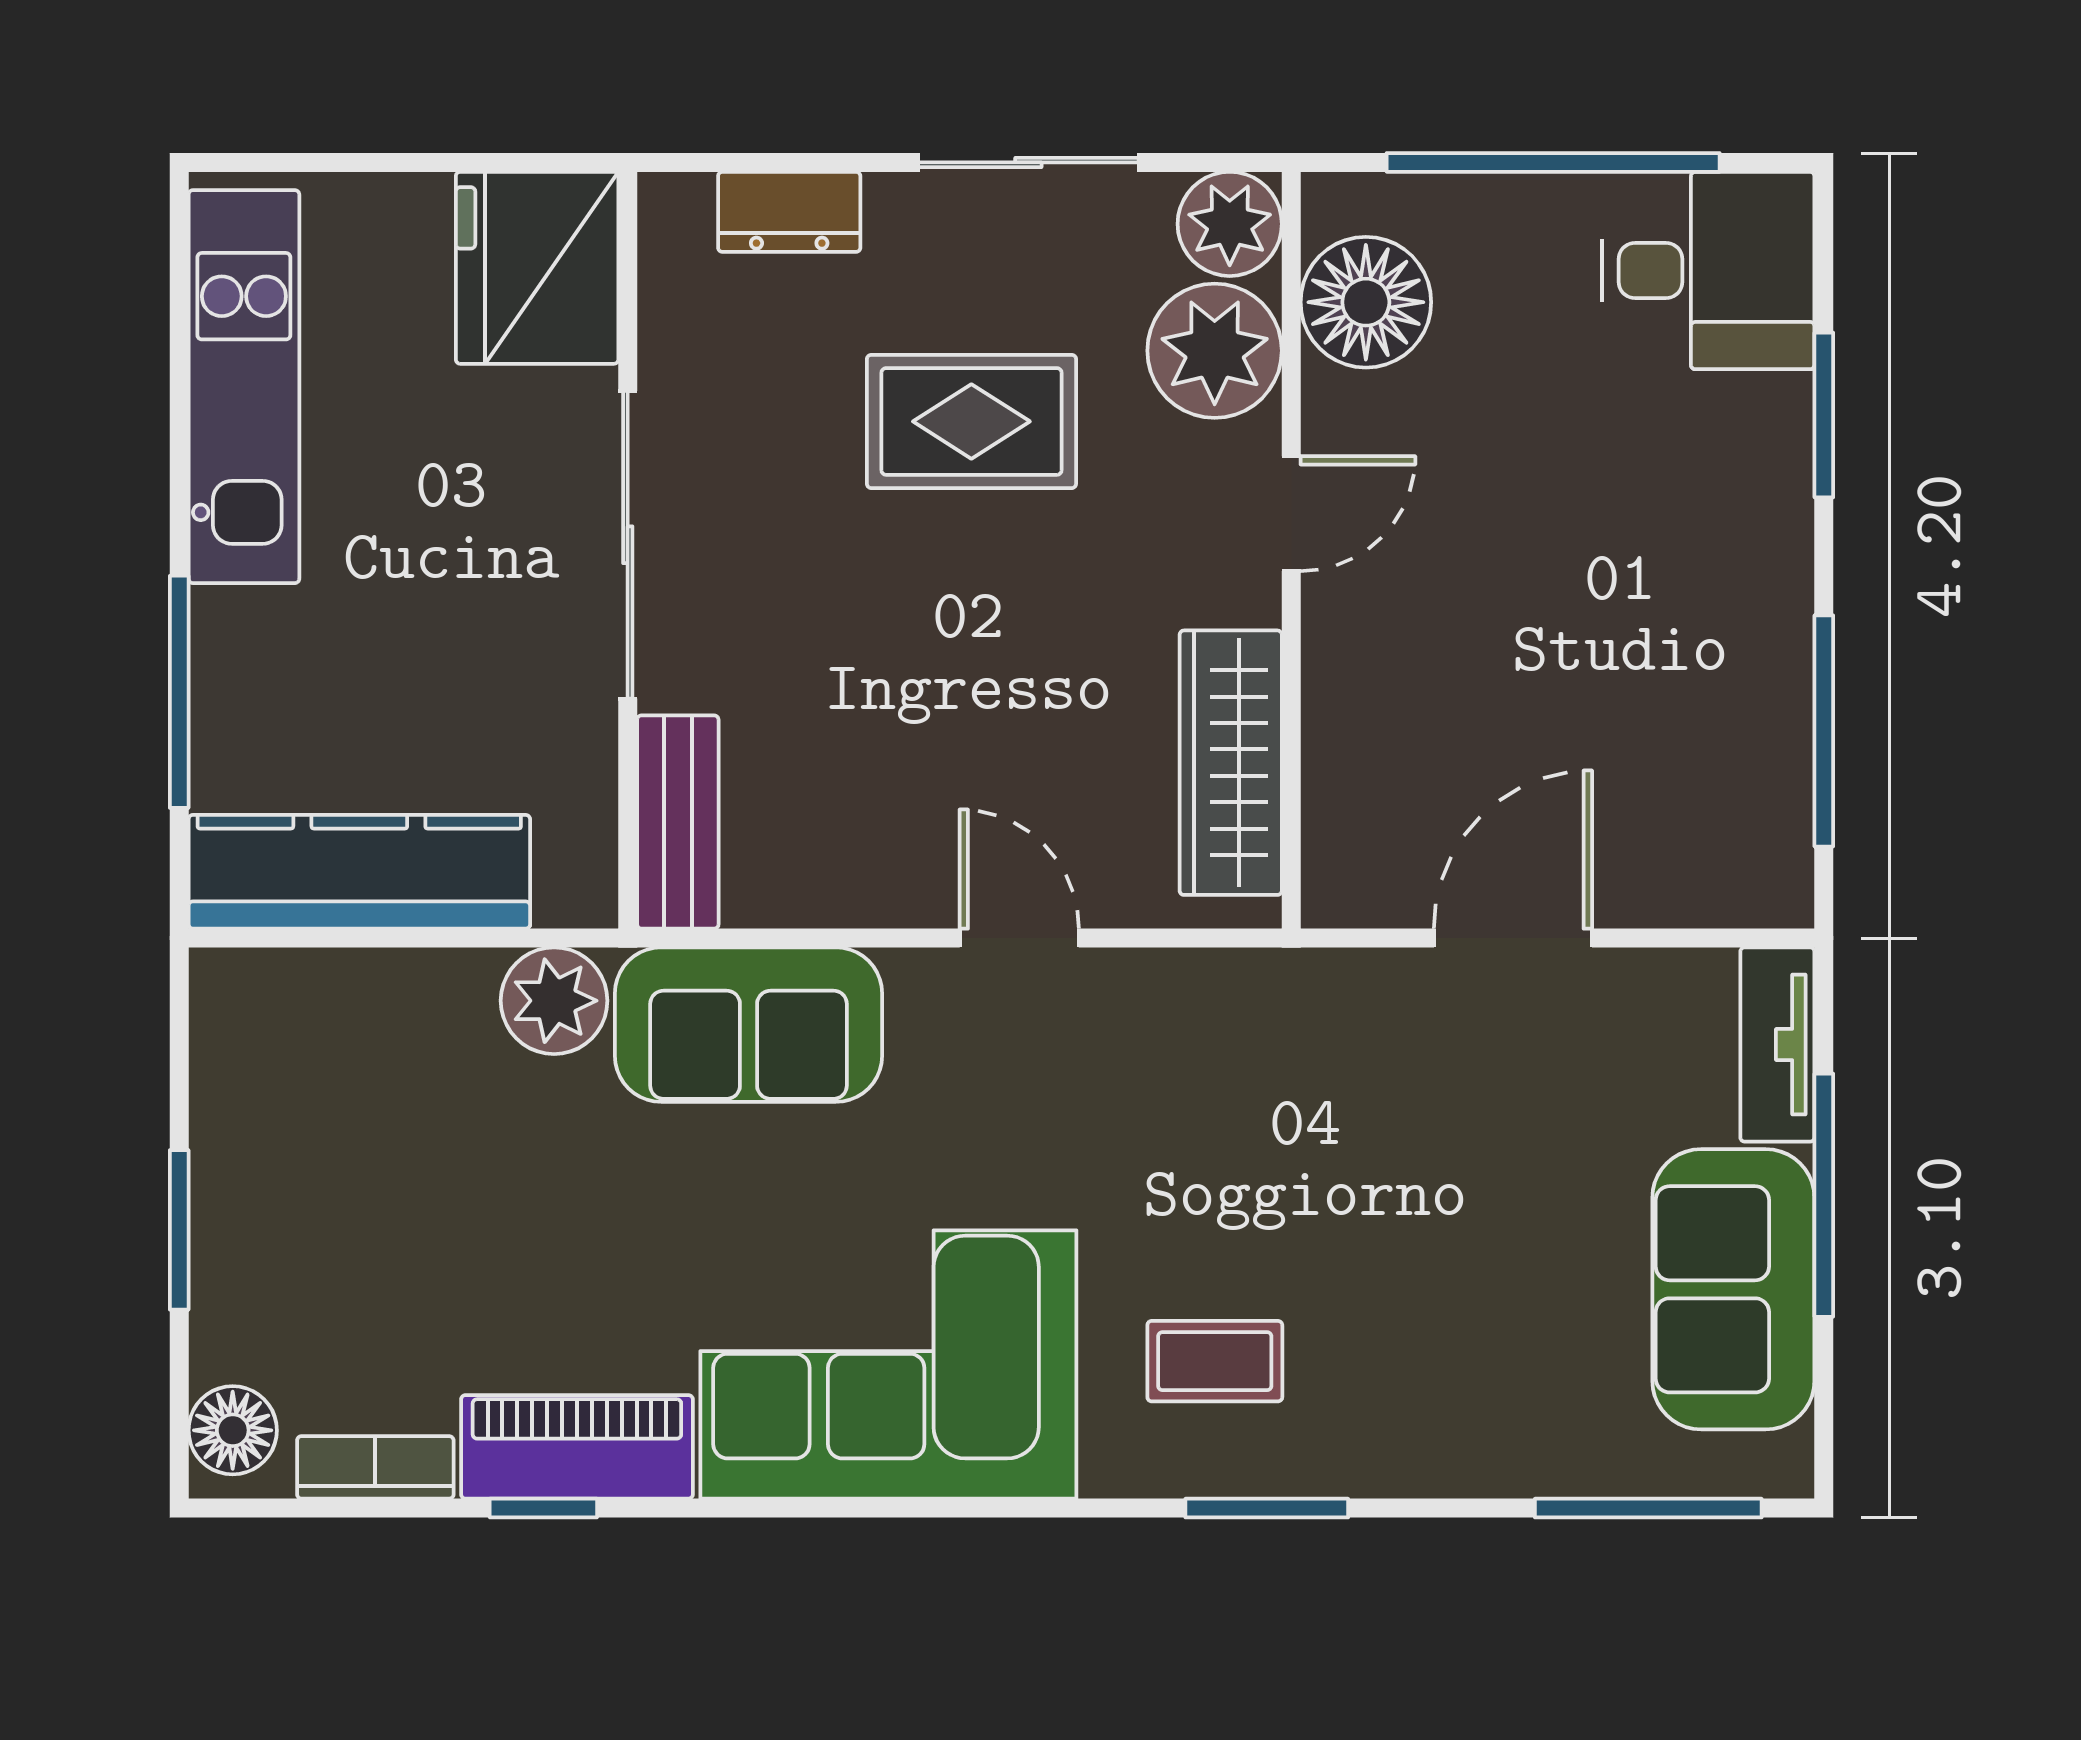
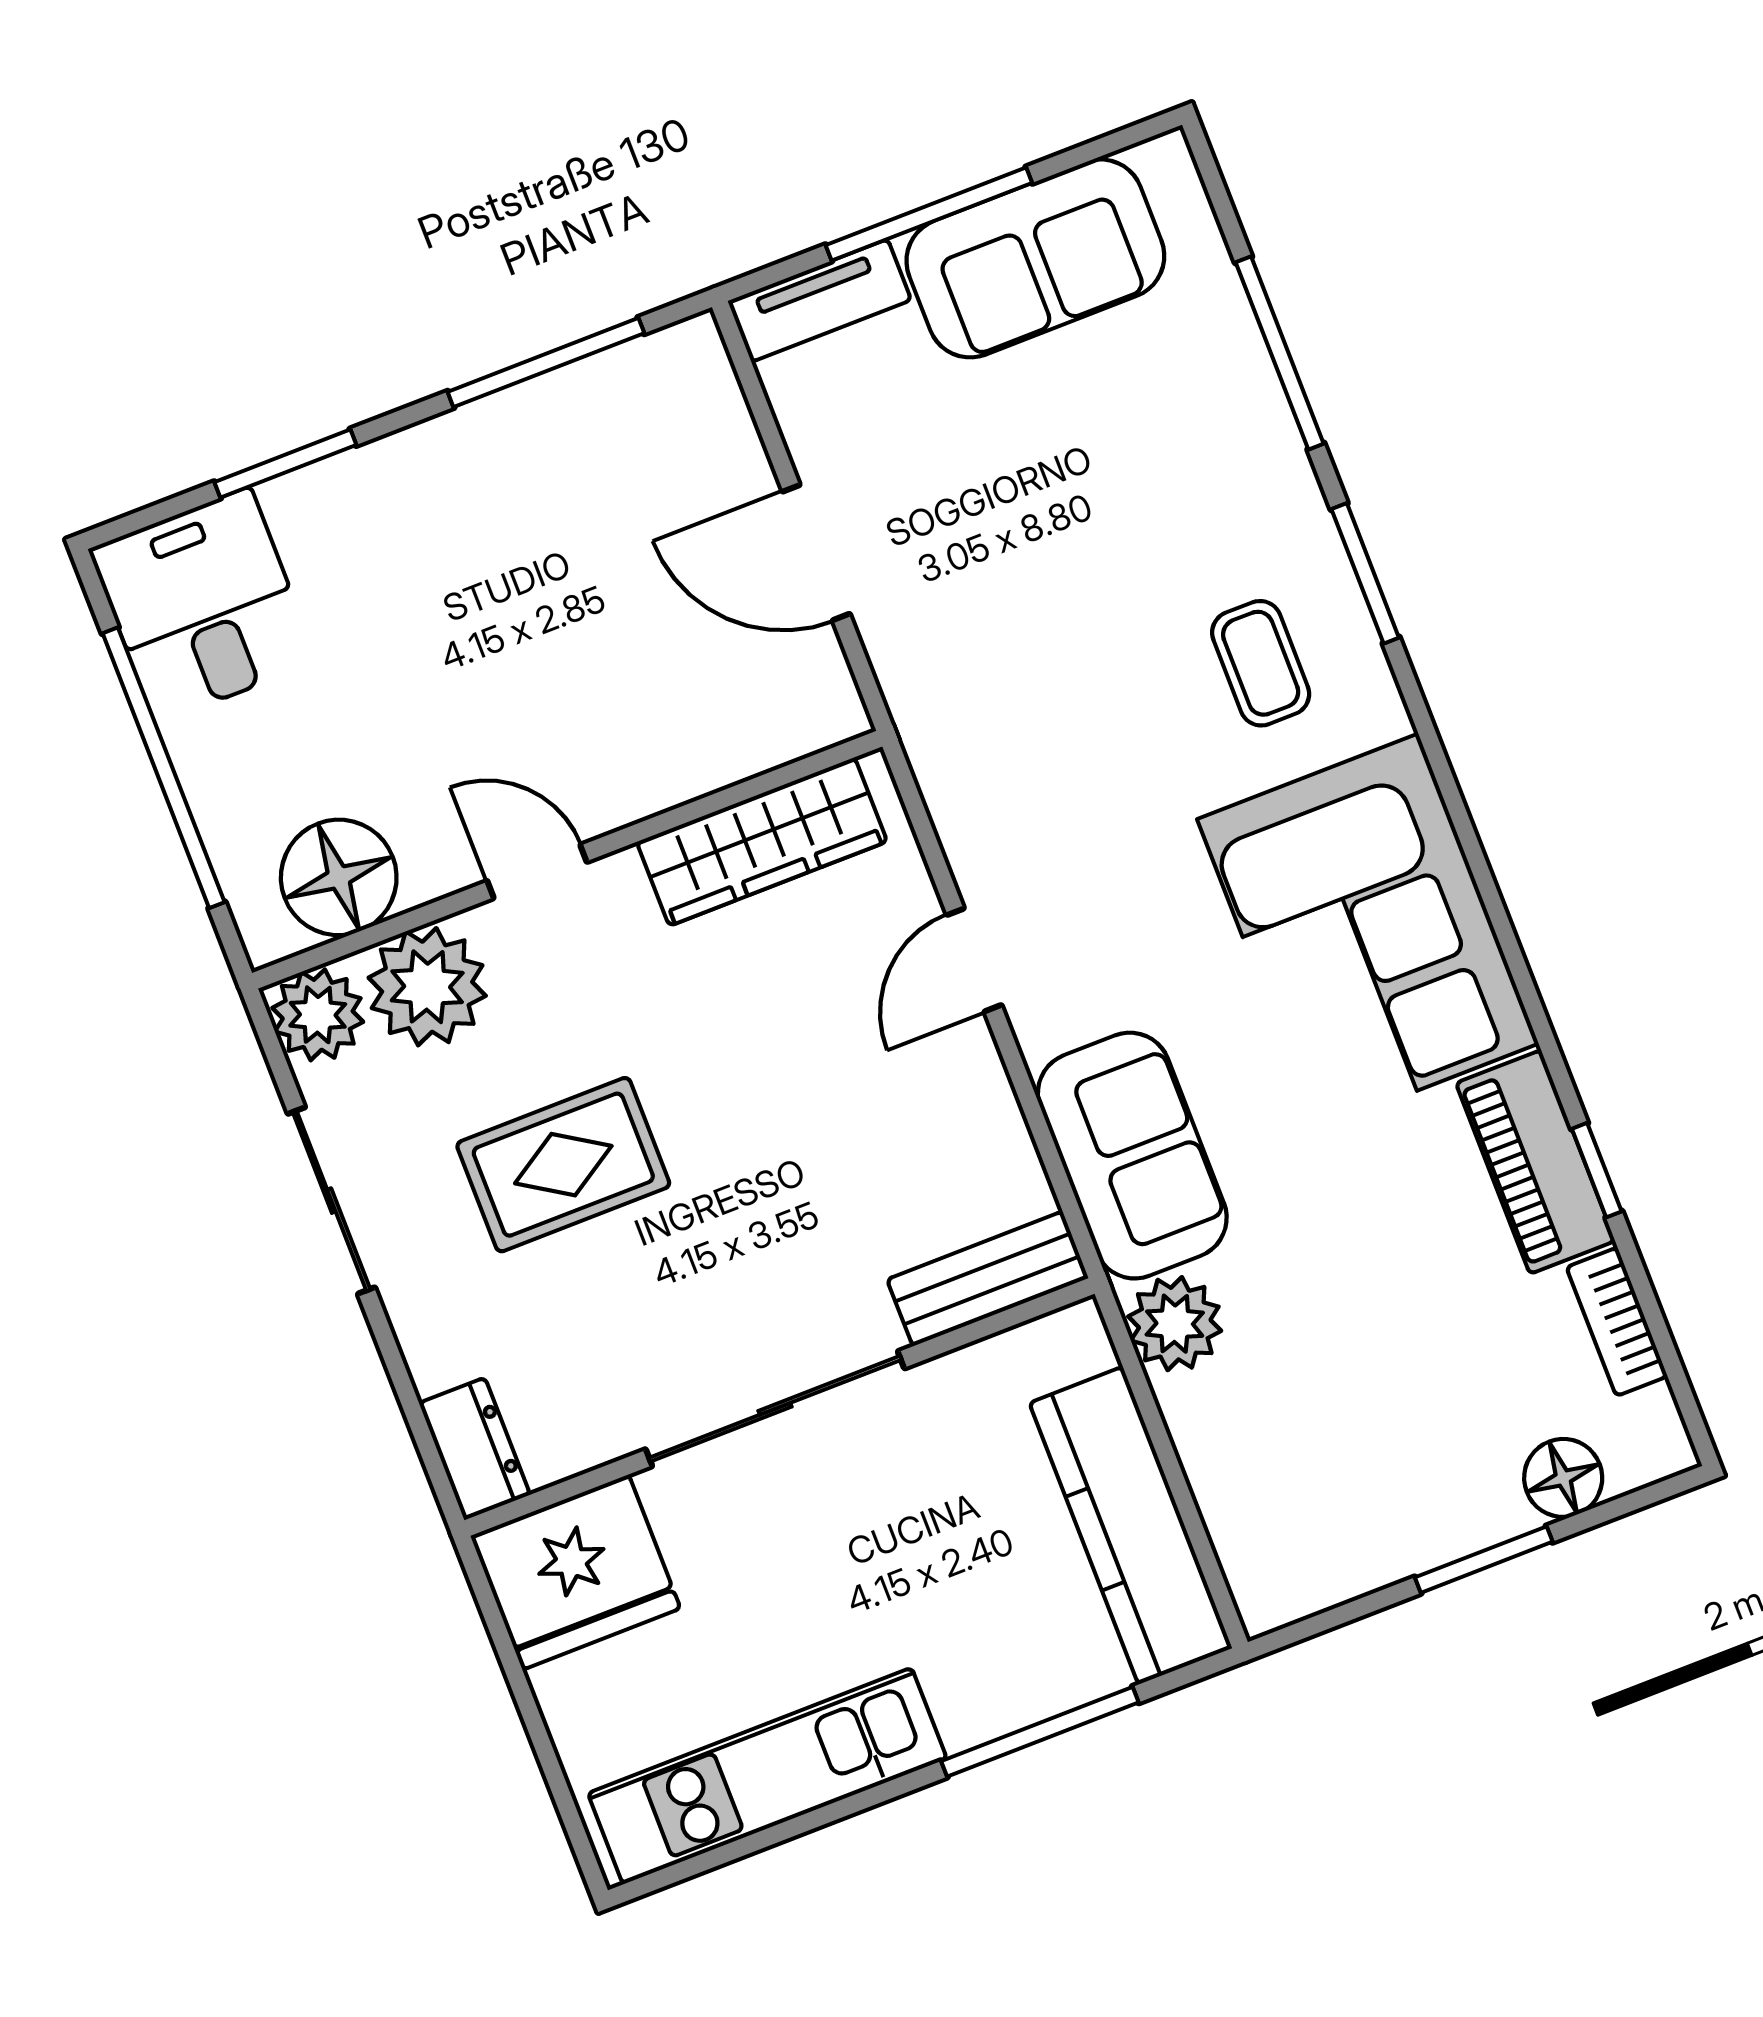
dresser: (789, 212) -> (475, 1449), moved
rug: (971, 421) -> (563, 1165), turned 90
floor lamp: (233, 1430) -> (1563, 1478), moved
window: (1648, 1508) -> (1280, 353), moved

